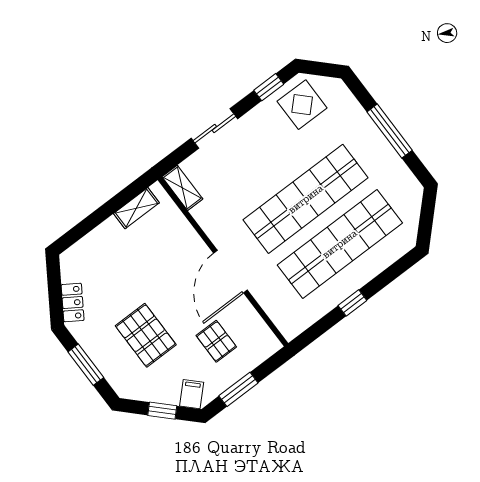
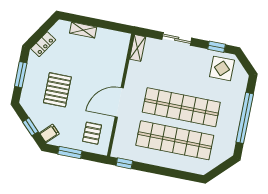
window: (390, 131) -> (245, 118), width x1.46
shelving: (136, 208) -> (83, 30), moved
window: (352, 303) -> (124, 163), moved
pallet: (216, 341) -> (92, 133), moved

